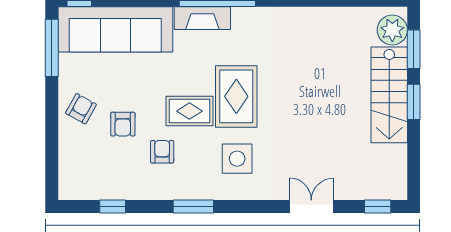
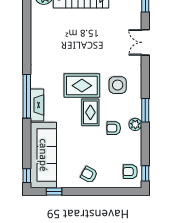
window: (52, 48) -> (54, 191), width x0.46
armchair: (123, 124) -> (130, 172), moved, turned 180
plant: (169, 189) -> (135, 124), added
window: (113, 207) -> (145, 173), moved

